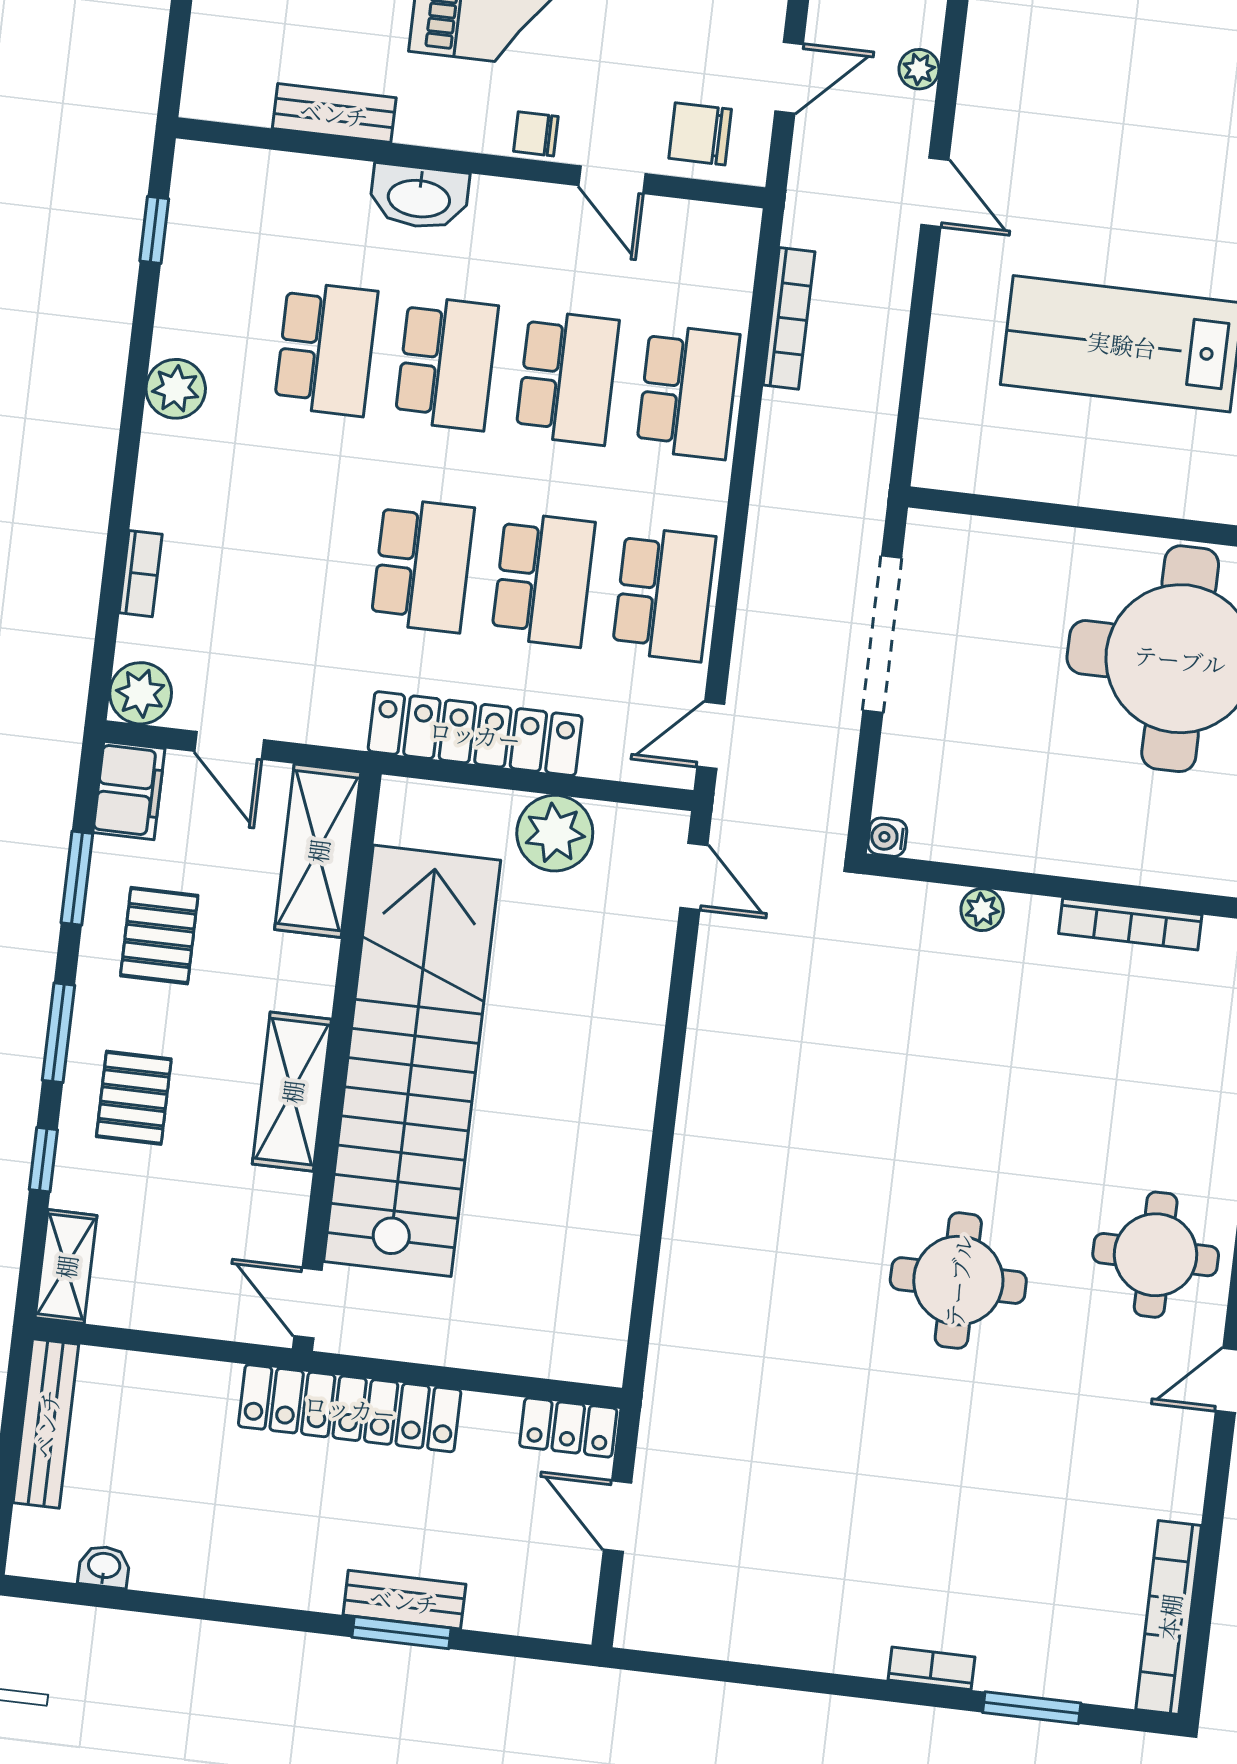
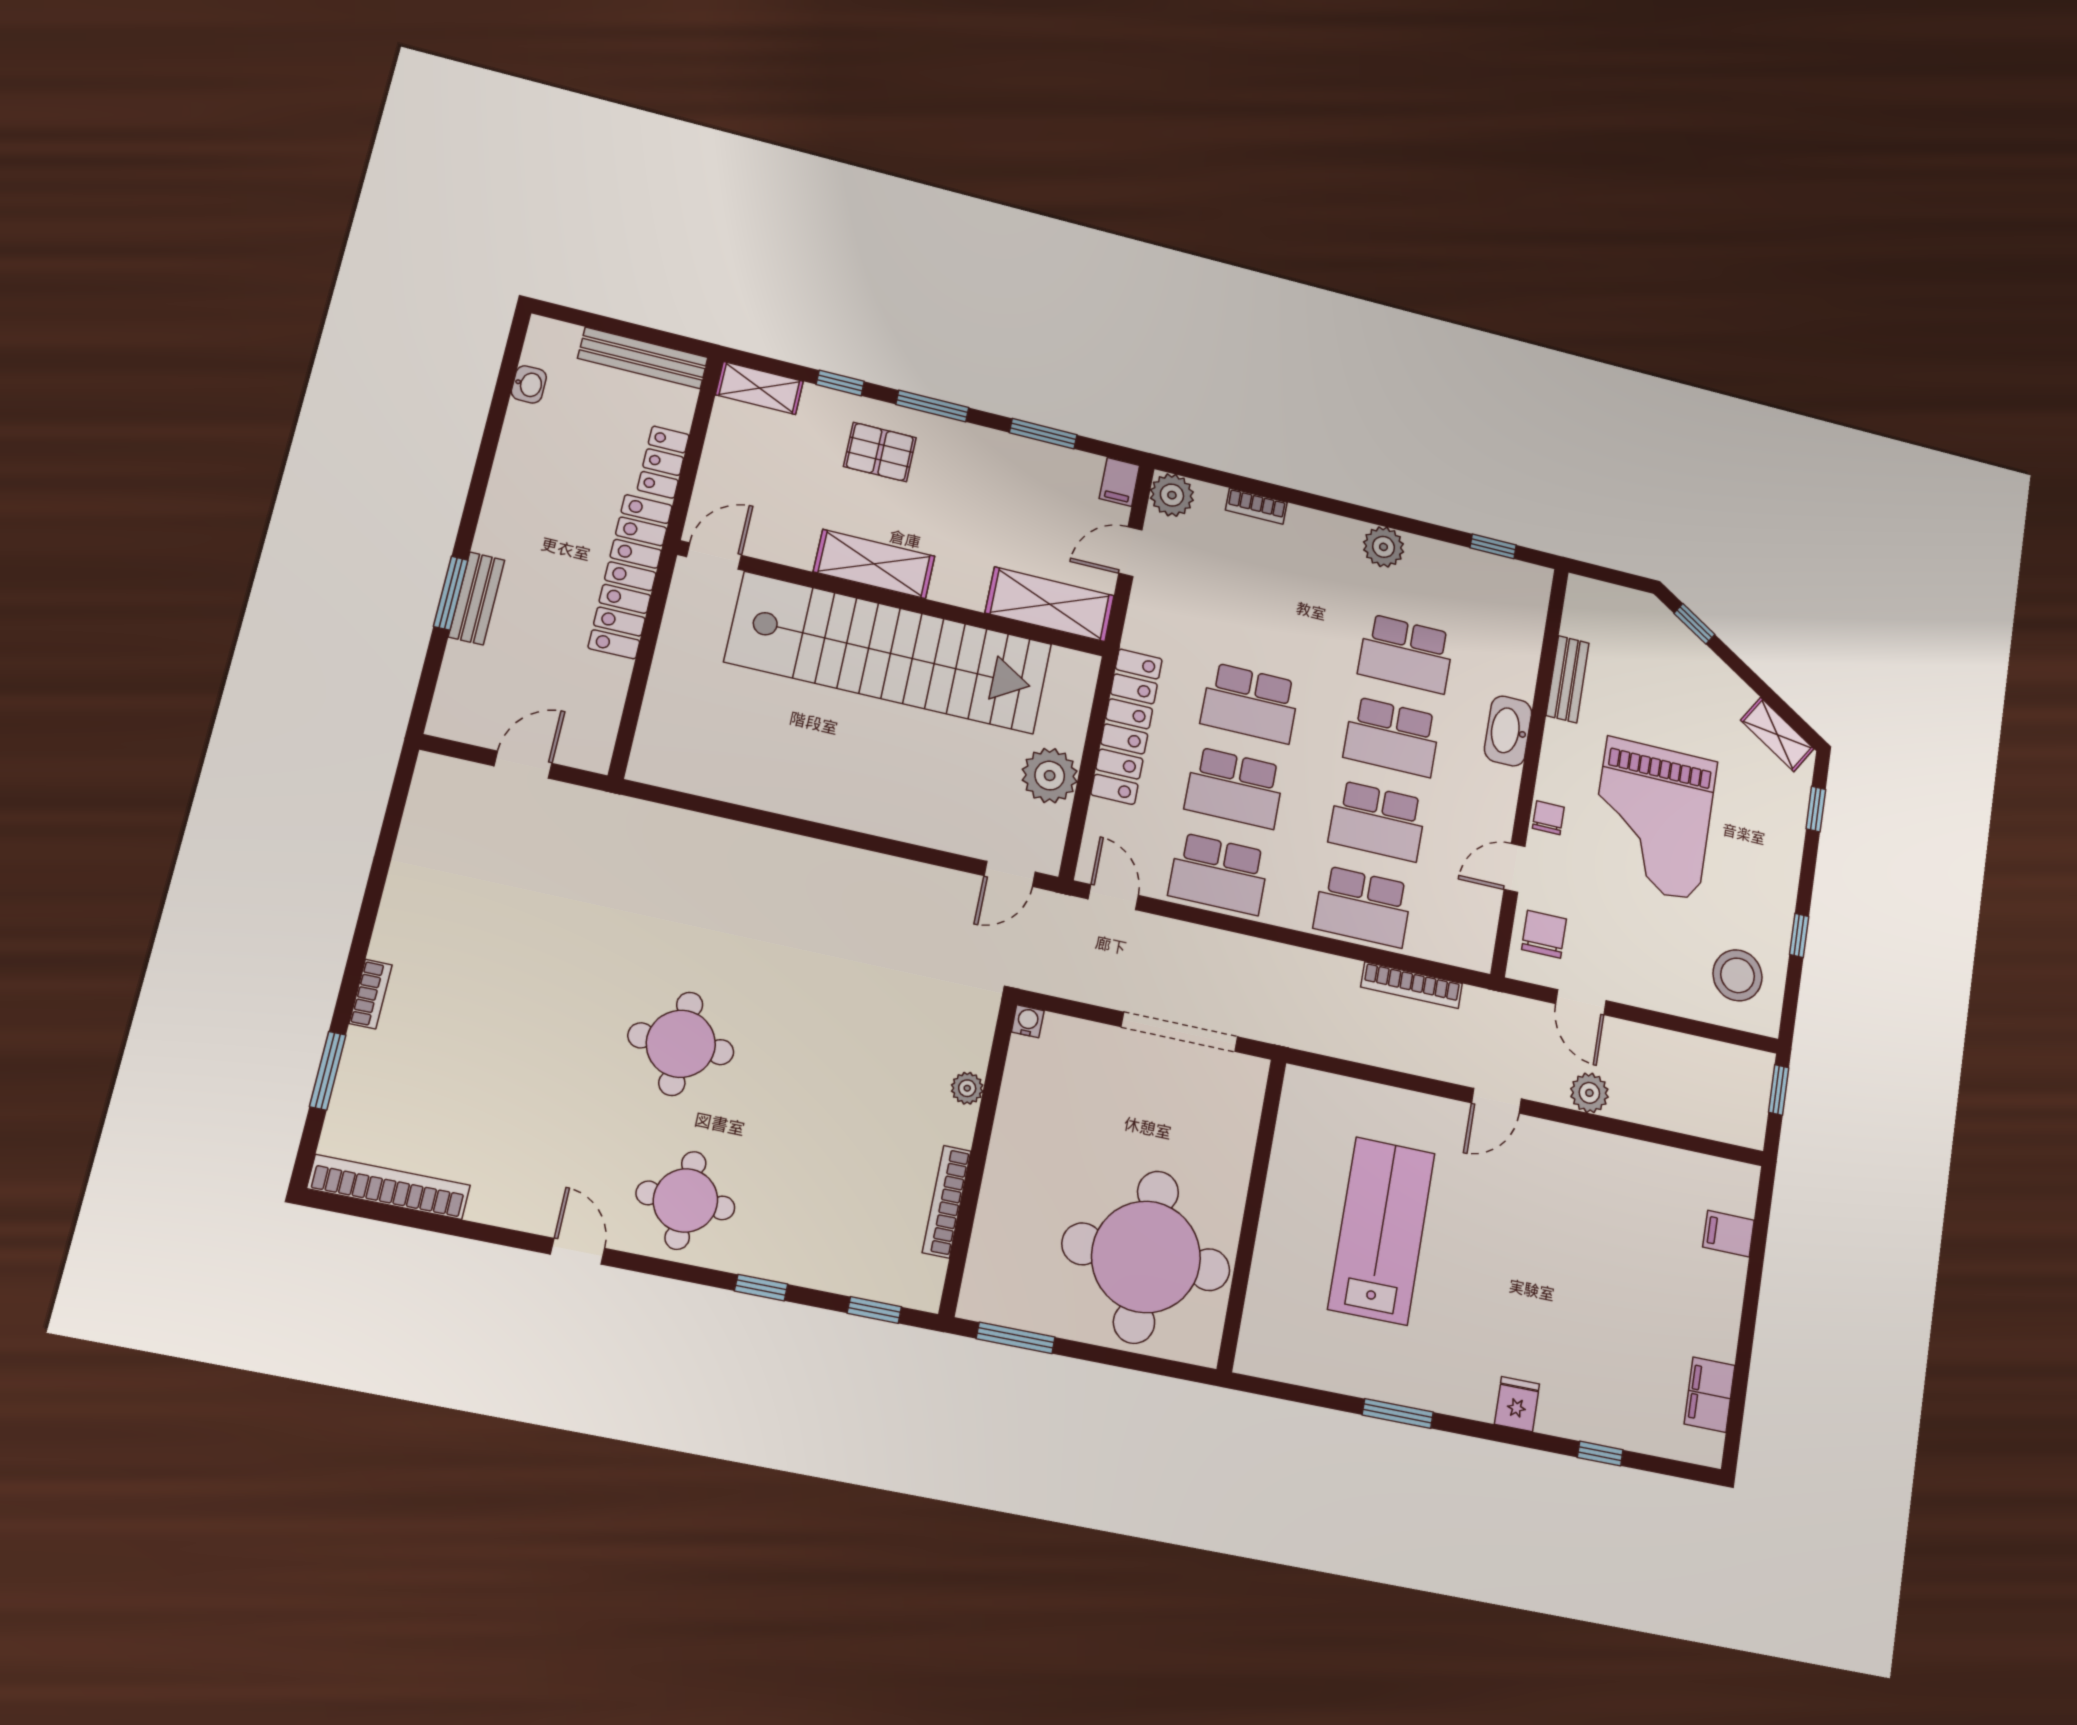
plant: (919, 69) -> (1589, 1093), width x1.38, depth x1.38
filing cabinet: (129, 791) -> (1119, 482), width x0.50
pallet: (159, 936) -> (997, 485), removed
locker: (568, 1428) -> (663, 462), moved

